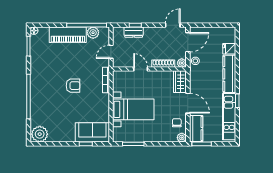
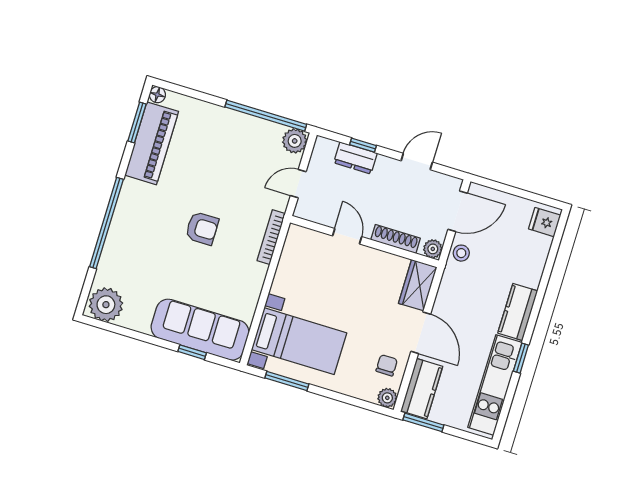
door: (173, 25) -> (417, 162), moved
plant: (93, 33) -> (295, 141), moved
piano: (68, 35) -> (152, 143), moved, turned -90
fridge: (229, 49) -> (545, 222), moved
kitchen counter: (229, 74) -> (518, 312), width x0.67
bed with nightstands: (133, 109) -> (299, 341), moved
sofa: (92, 132) -> (200, 330), width x1.36

